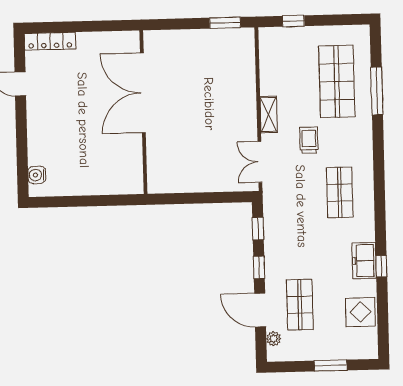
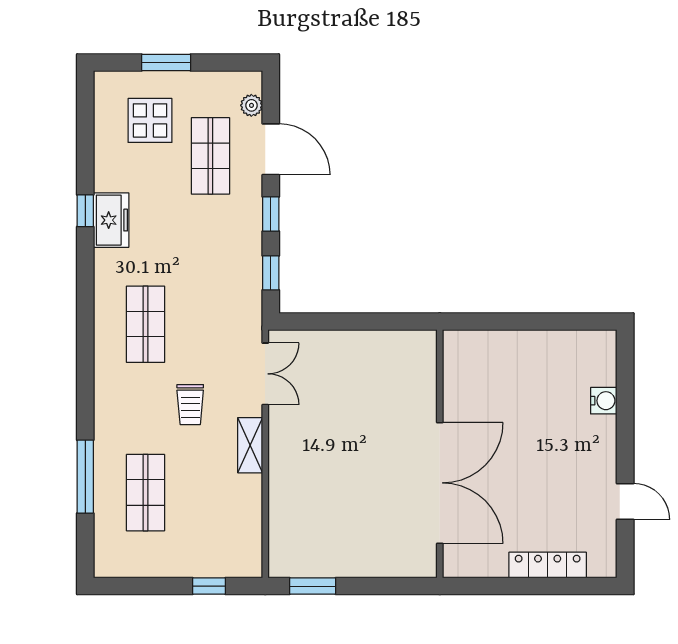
locker: (50, 41) -> (548, 565), moved
shop shelf: (337, 81) -> (146, 493), width x0.70, depth x0.74
water cooler: (37, 175) -> (604, 401), moved
display table: (360, 312) -> (150, 120), moved

